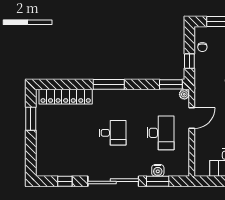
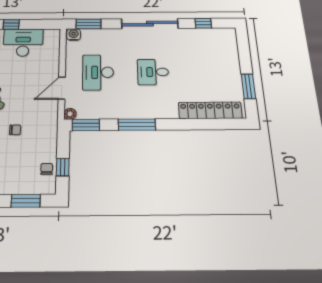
window: (189, 61) -> (63, 167), moved
window: (109, 84) -> (137, 125), moved
water cooler: (158, 170) -> (74, 35), moved
window: (158, 181) -> (88, 24), moved

